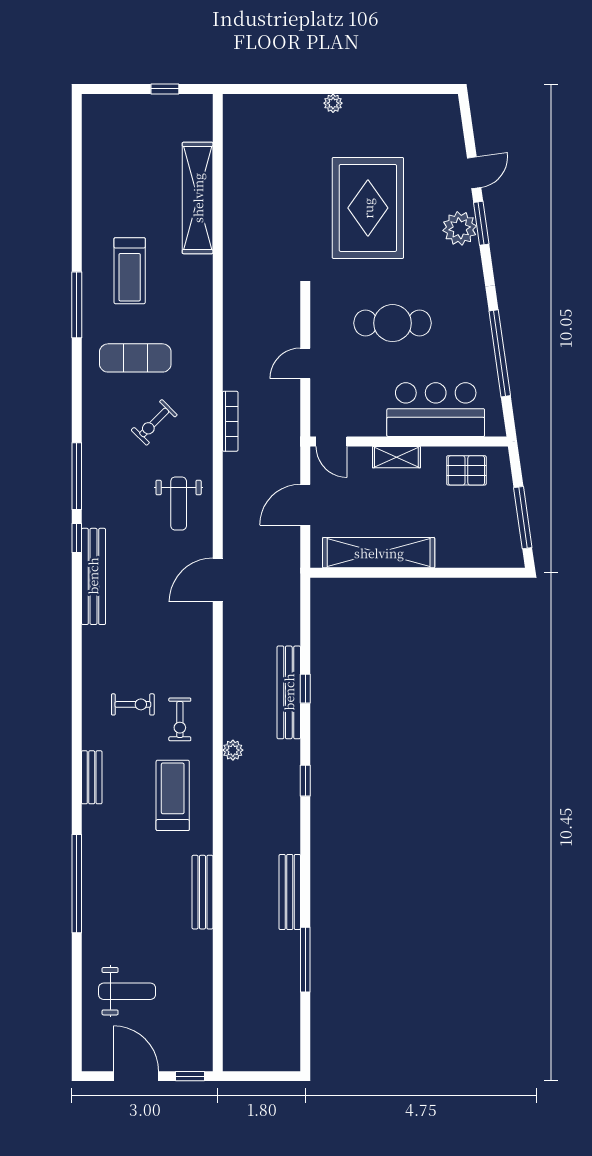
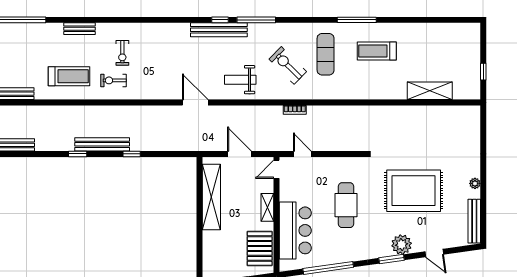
plant: (333, 103) -> (475, 183), moved
bench: (420, 104) -> (474, 221), added
shelving: (198, 198) -> (430, 91), width x0.68
window: (481, 223) -> (392, 259), moved
door: (305, 363) -> (302, 154), moved
bookcase: (230, 421) -> (295, 110), width x0.64
exercise bike: (154, 422) -> (288, 65), width x1.38, depth x1.39
pallet: (466, 470) -> (260, 248), width x1.50, depth x1.42
bench: (93, 576) -> (219, 30), moved
bench: (289, 692) -> (102, 144), moved
plant: (233, 750) -> (96, 111), removed

